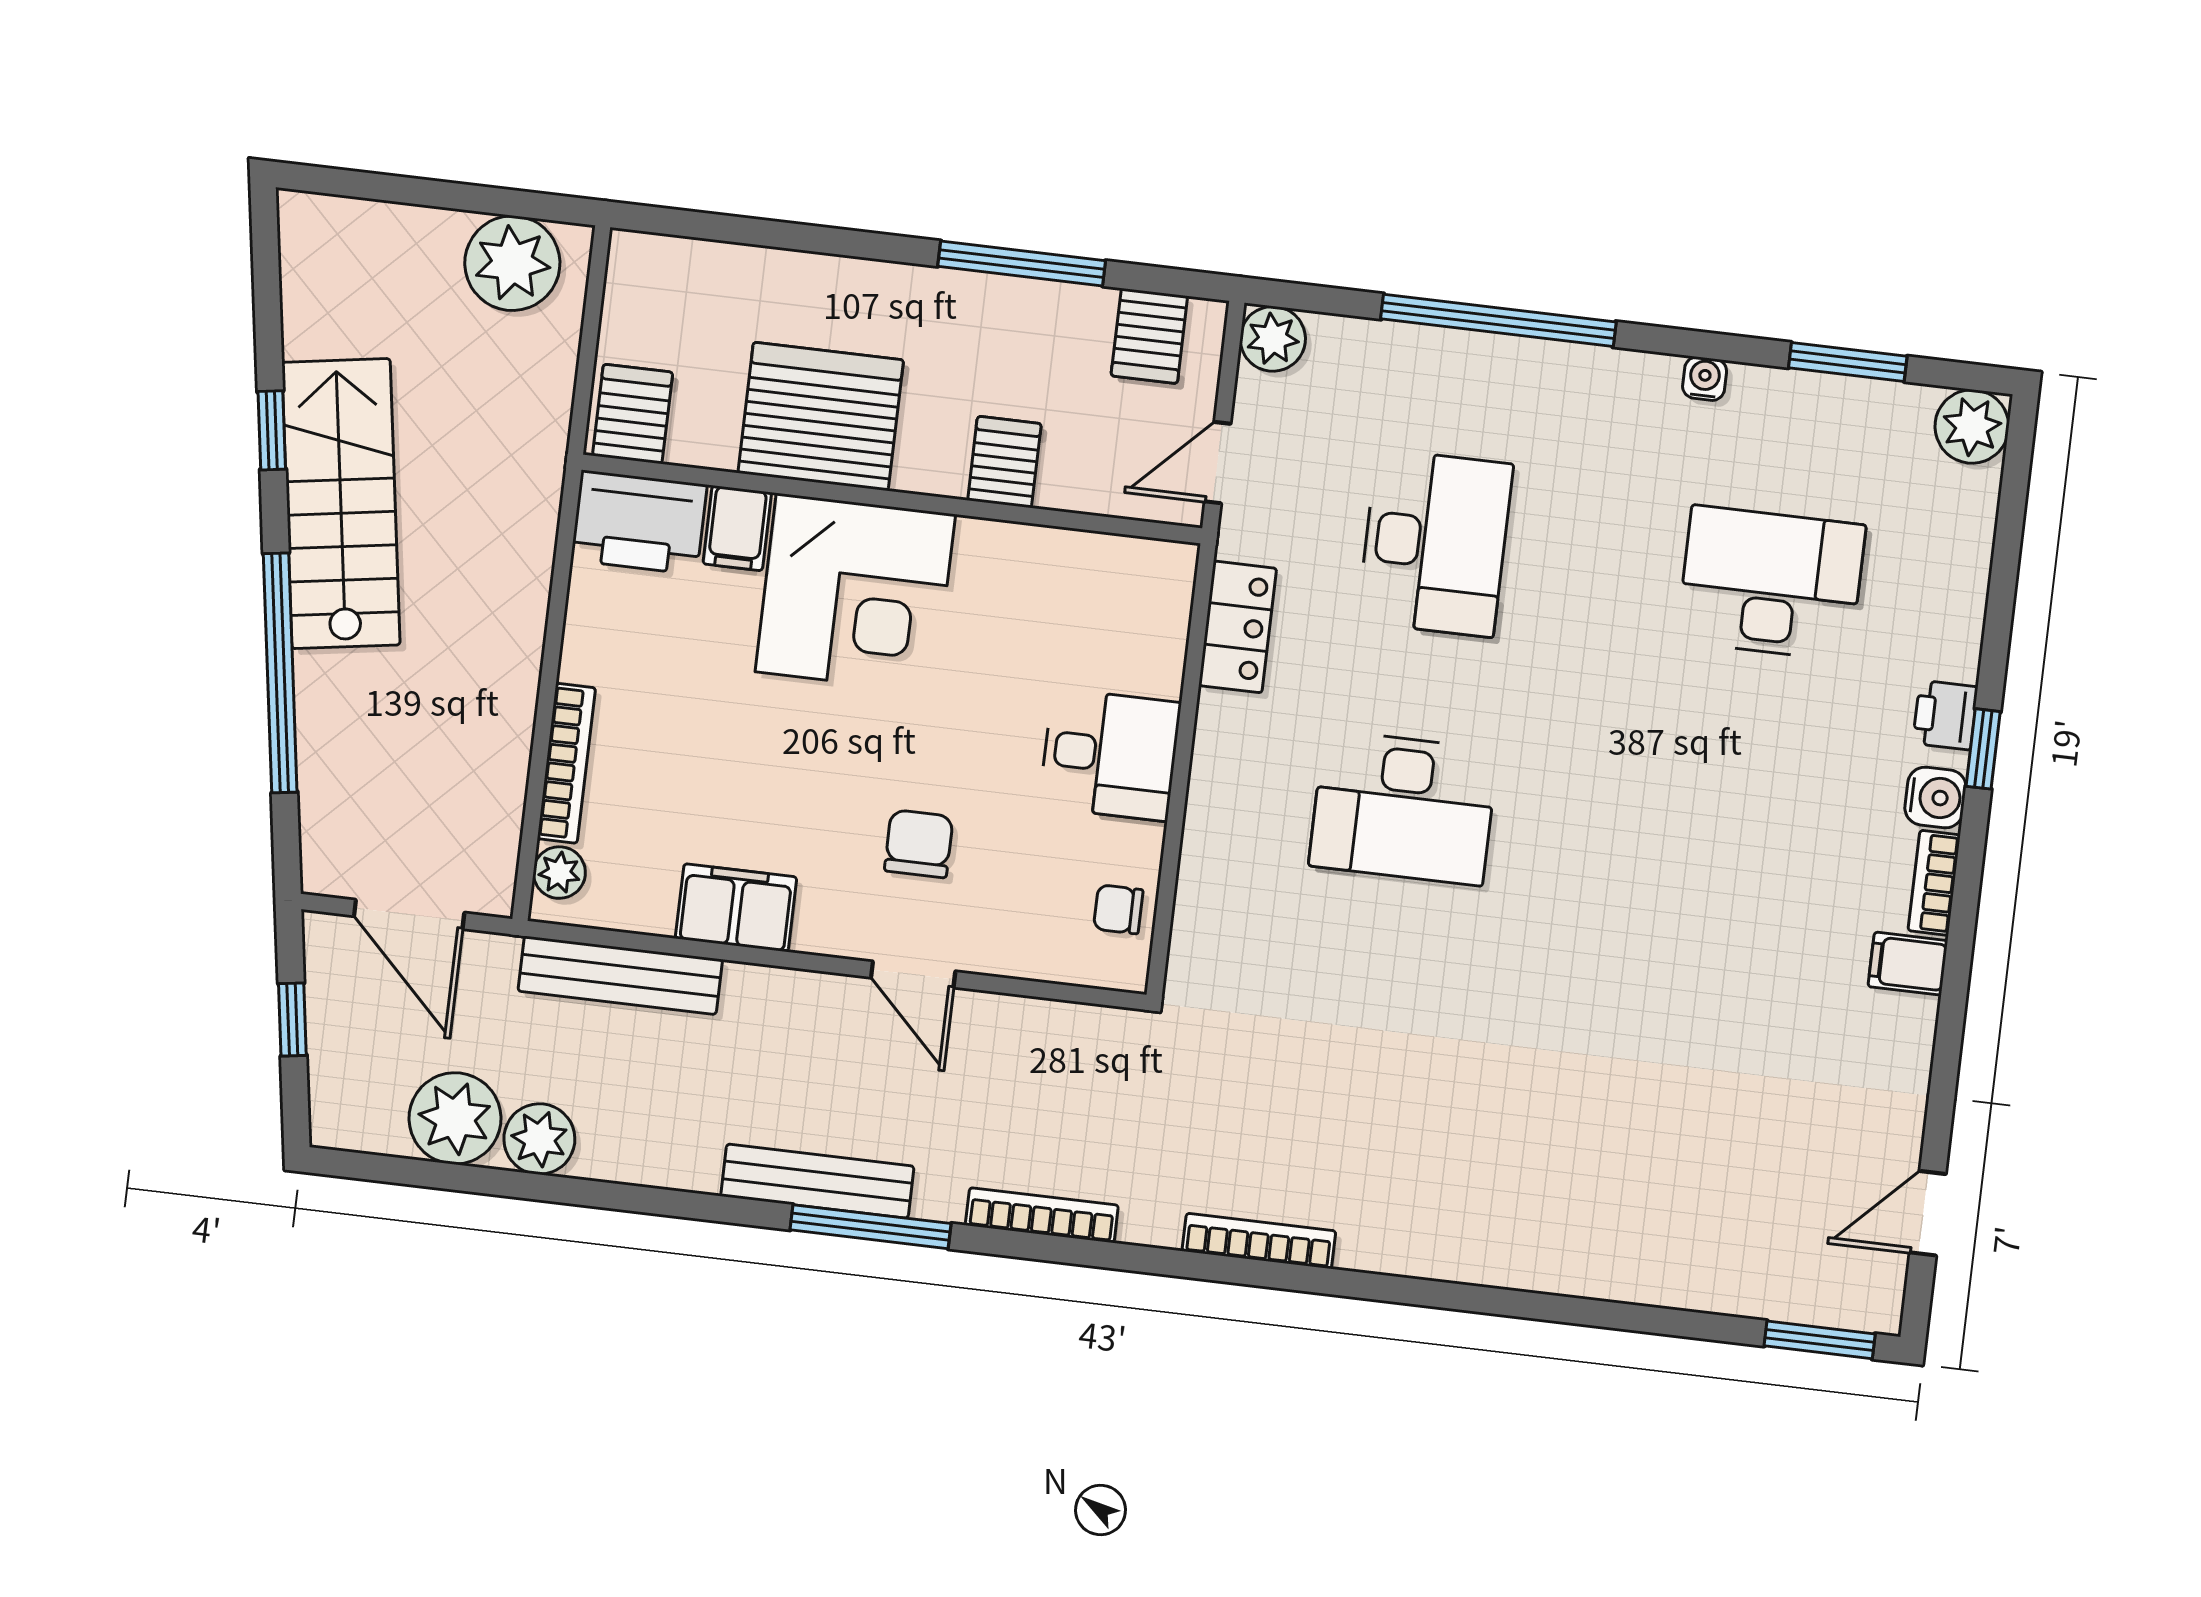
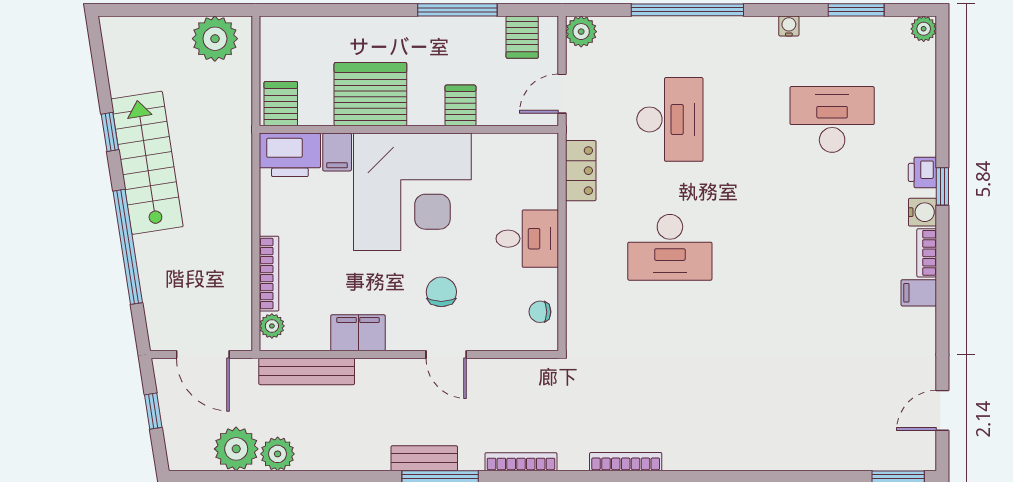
plant: (1972, 427) -> (924, 29), width x0.73, depth x0.73
corner desk: (855, 593) -> (412, 192), width x1.36, depth x1.36
bench: (817, 1181) -> (424, 458), width x0.73

